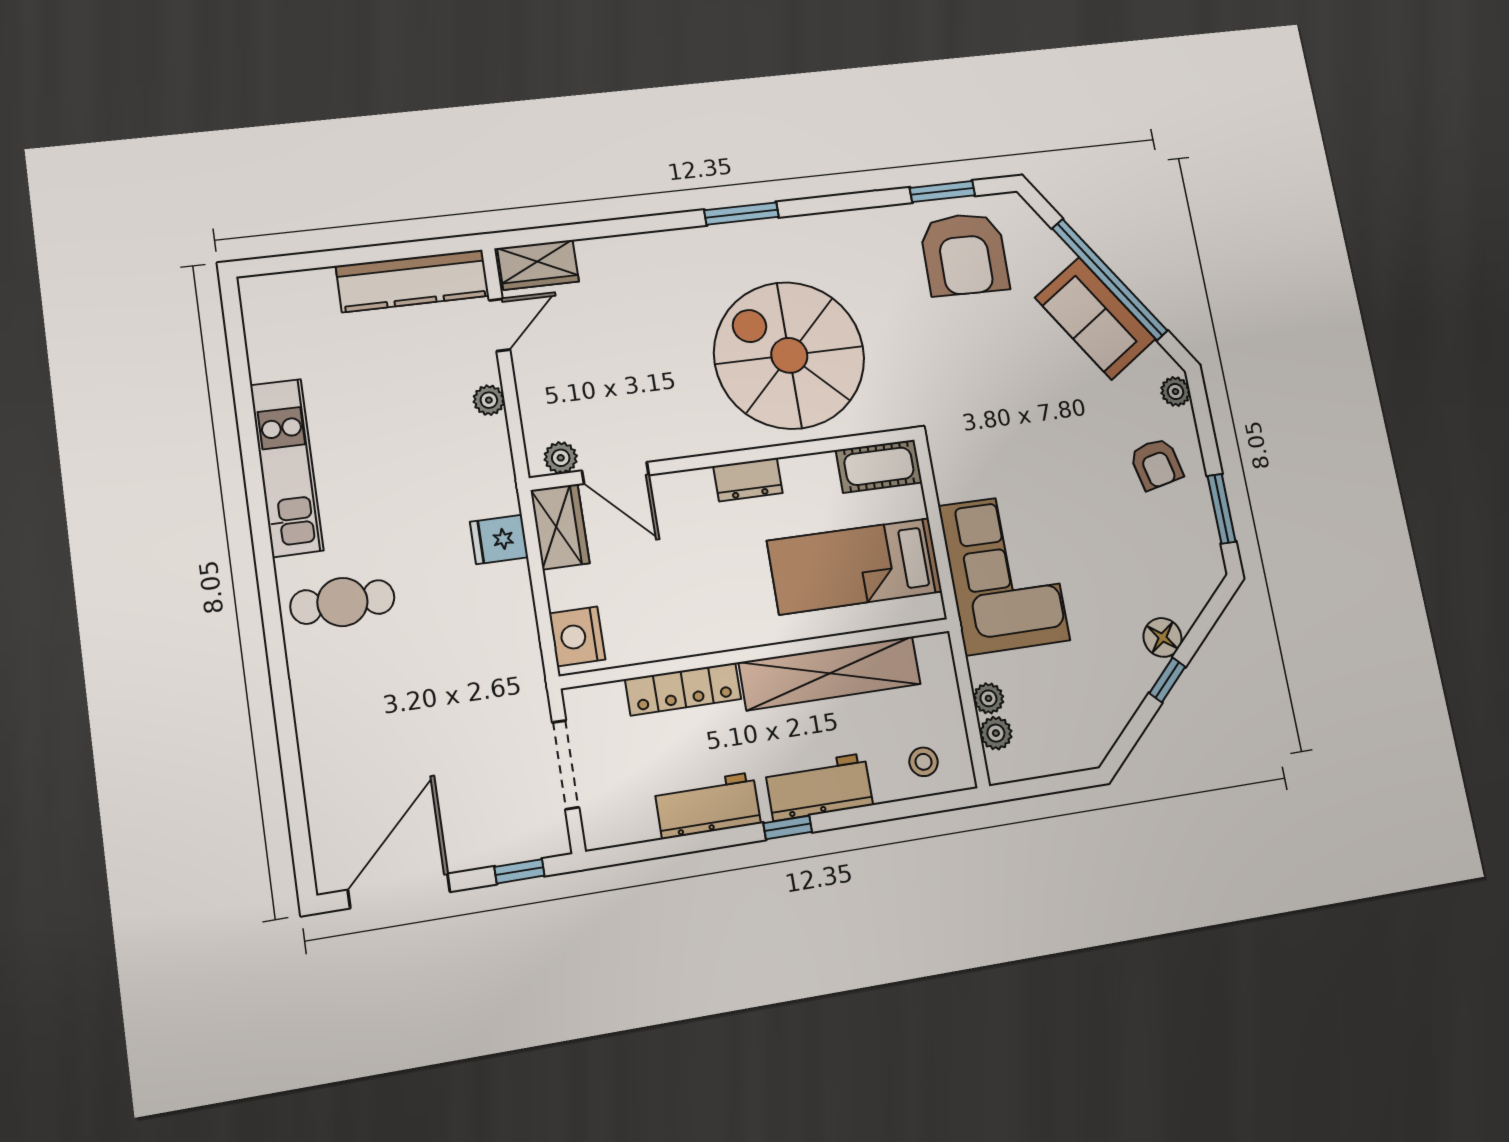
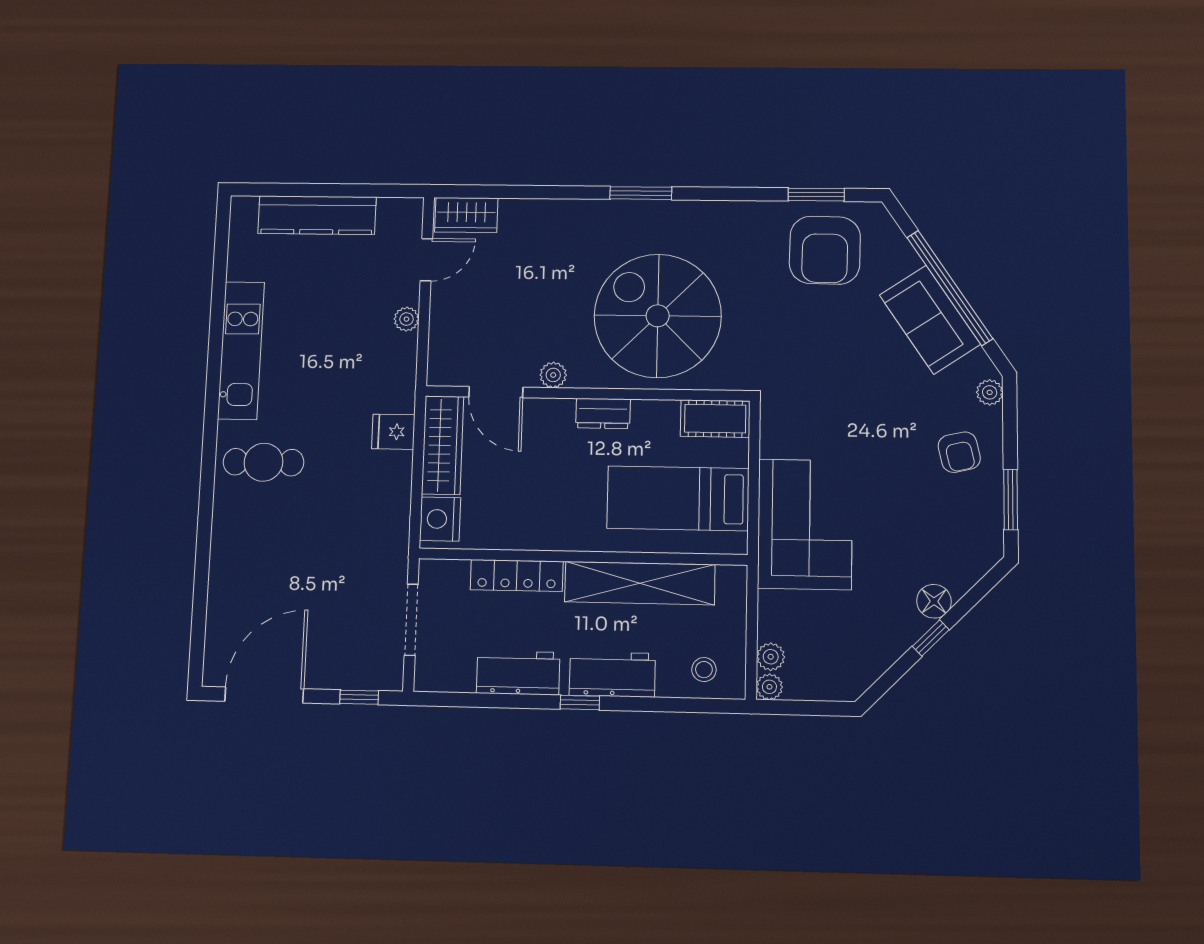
kitchen counter: (413, 281) -> (317, 215), moved
plant: (561, 458) -> (553, 375), moved
wardrobe: (560, 527) -> (443, 445), width x1.50
plant: (988, 698) -> (769, 687), moved

